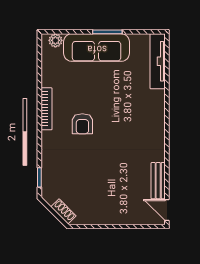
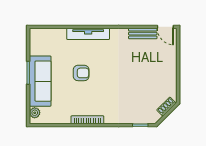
tv unit: (158, 61) -> (88, 34), moved
armchair: (82, 124) -> (81, 73), moved
door: (167, 210) -> (165, 27), hinge flipped

